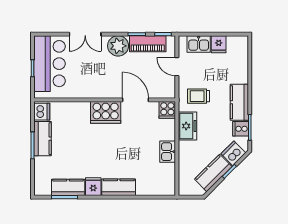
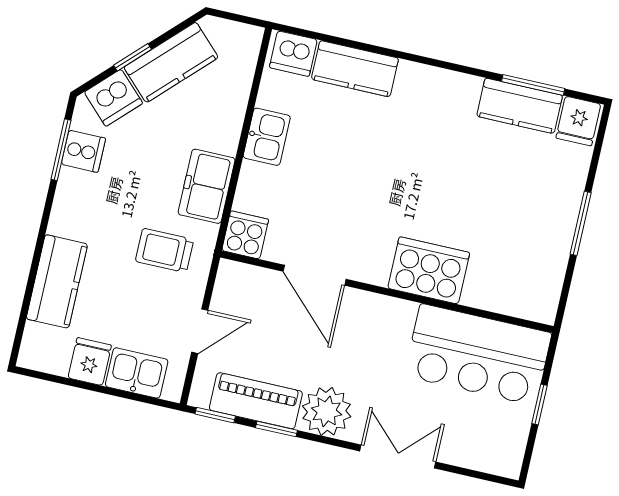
bar counter: (50, 64) -> (478, 355), moved, turned -90
door: (177, 67) -> (200, 331), hinge flipped
trolley: (199, 96) -> (165, 250), turned 180
kitchen counter: (239, 102) -> (57, 281), moved
dishwasher: (42, 112) -> (293, 54), moved, turned -90
cooker: (106, 112) -> (429, 270), moved
kitchen counter: (43, 139) -> (553, 234), removed
fridge: (93, 187) -> (578, 121), moved
kitchen counter: (119, 187) -> (355, 69), moved

